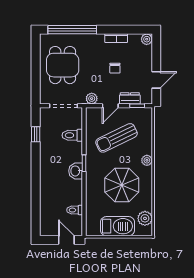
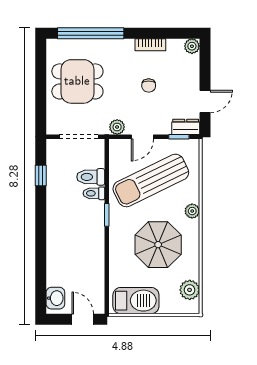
dining table: (63, 65) -> (77, 81), turned 90
dresser: (130, 98) -> (186, 127), moved
sun lounger: (117, 138) -> (151, 180), width x1.36, depth x1.34
washbasin: (76, 171) -> (55, 298), moved, turned 180
toilet: (75, 210) -> (94, 193), moved
barbecue: (117, 226) -> (136, 301), moved

